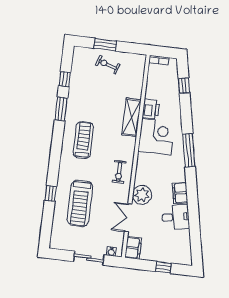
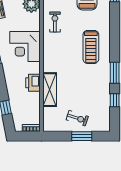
shelving: (132, 117) -> (50, 90), moved
corner desk: (156, 137) -> (25, 46), moved

